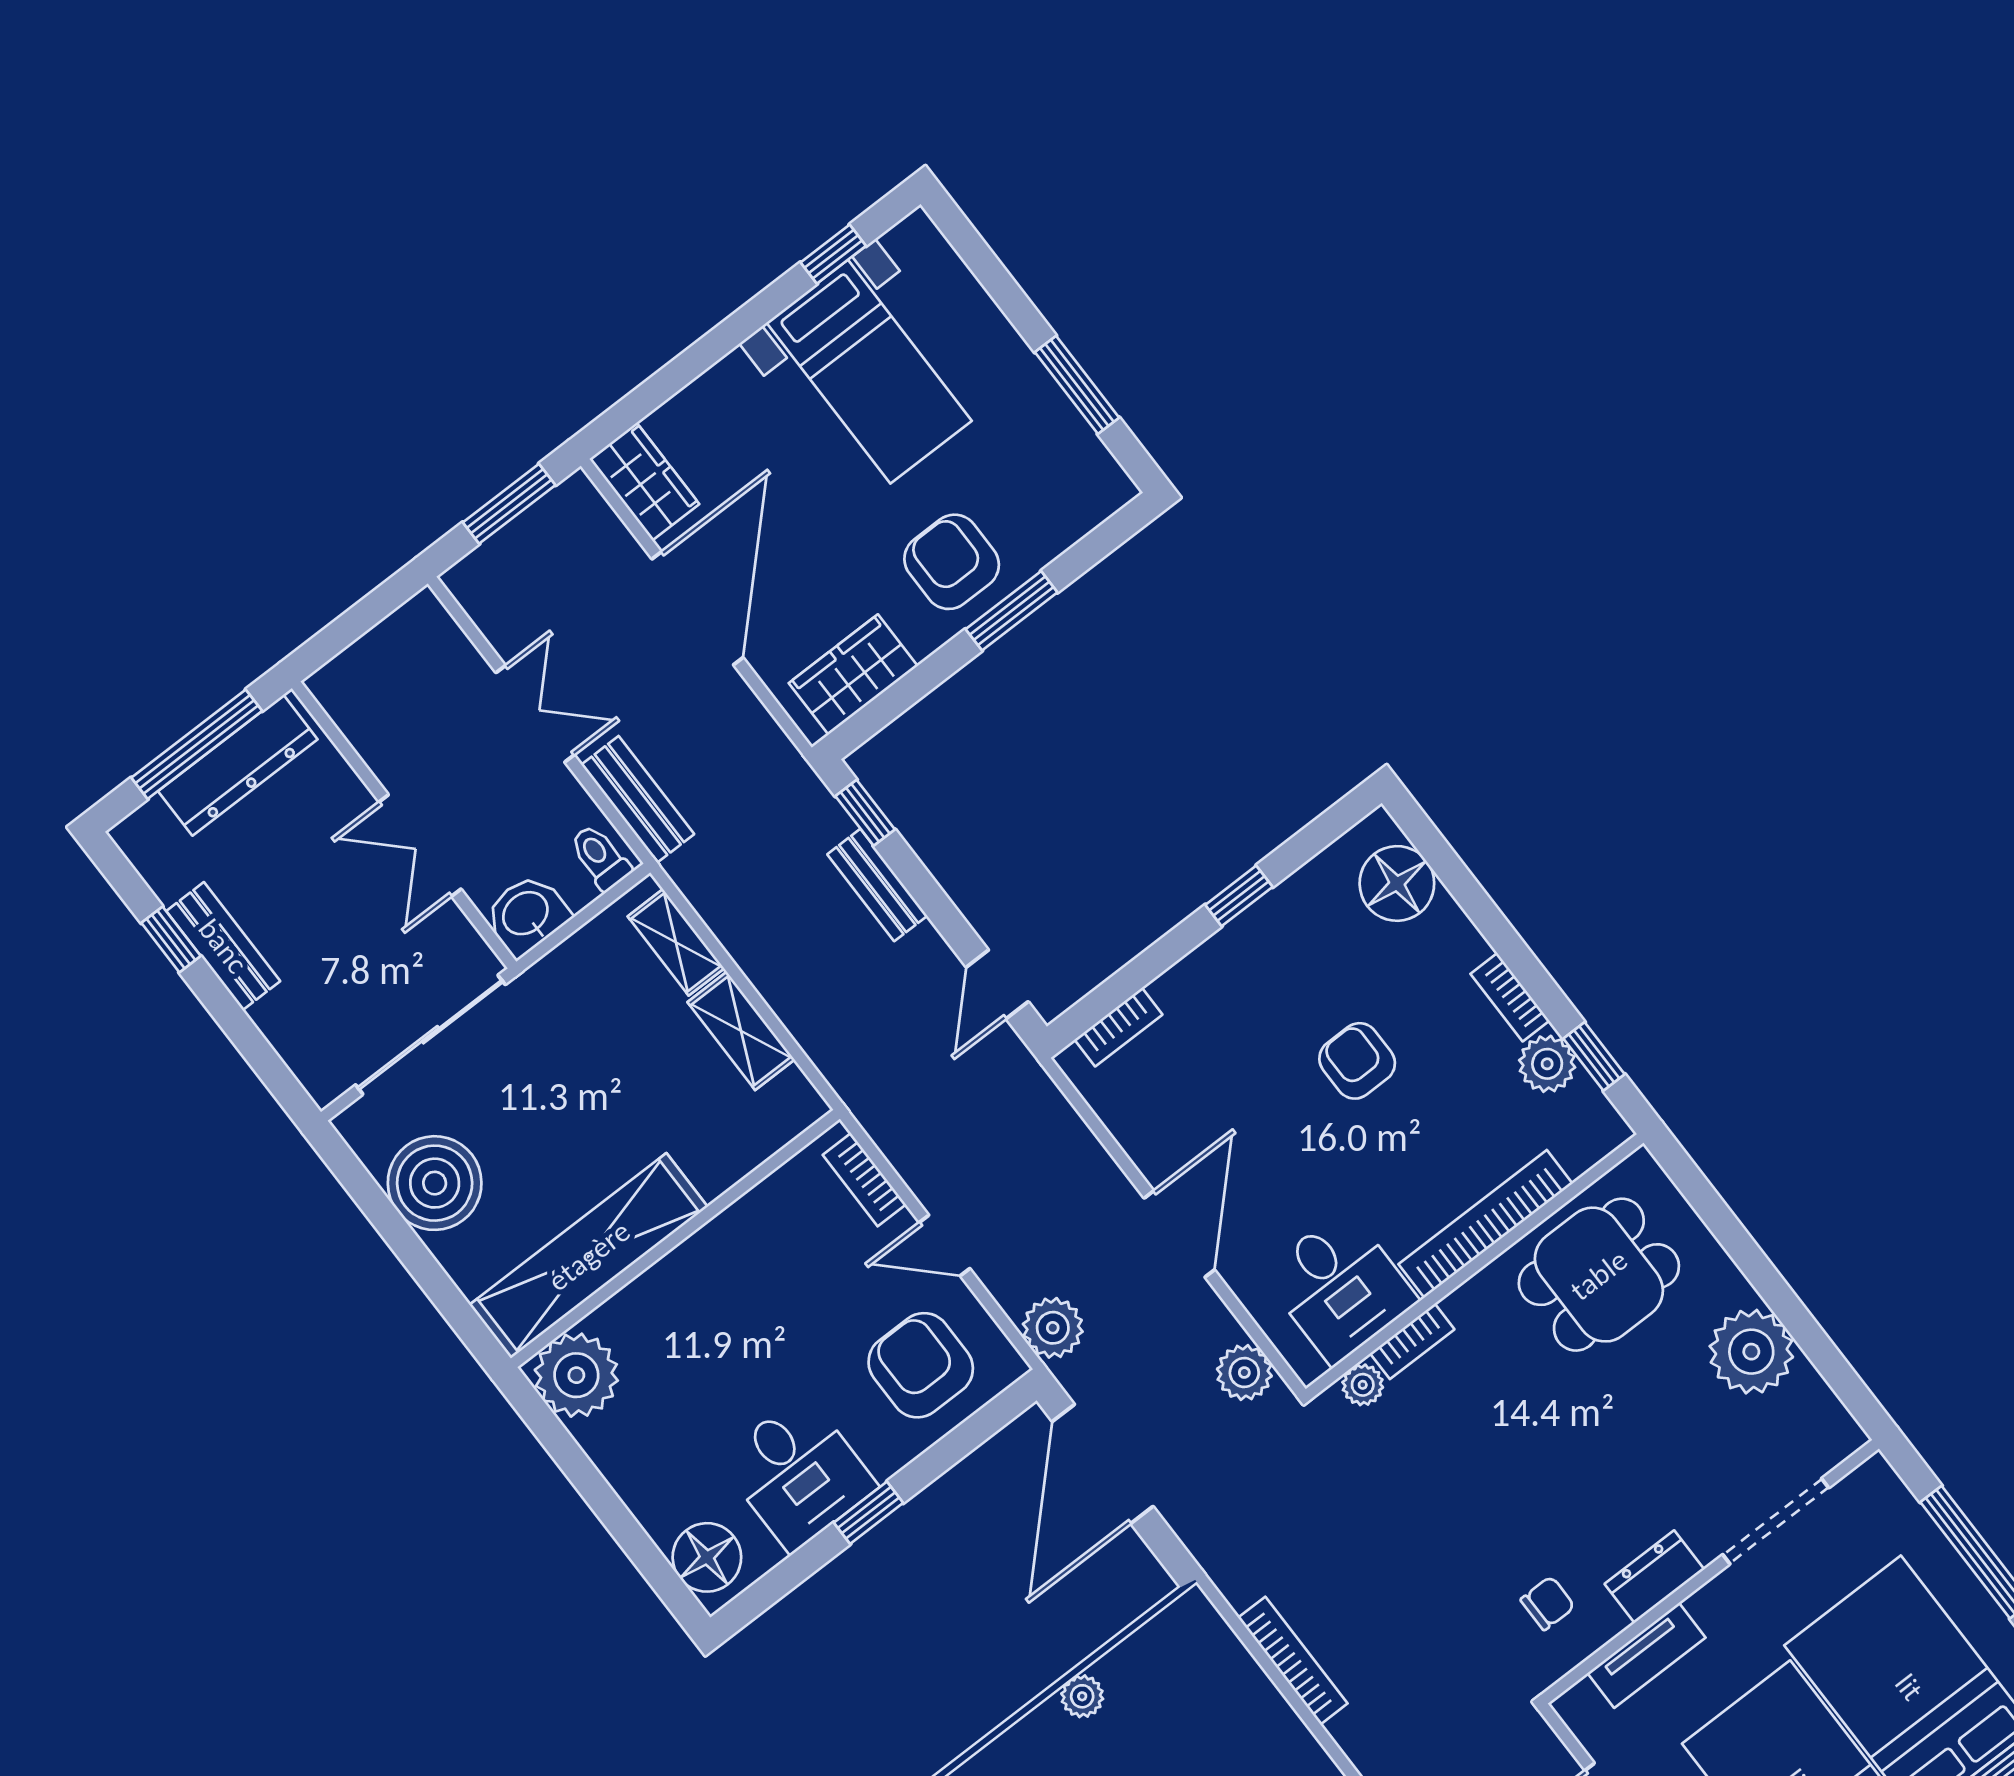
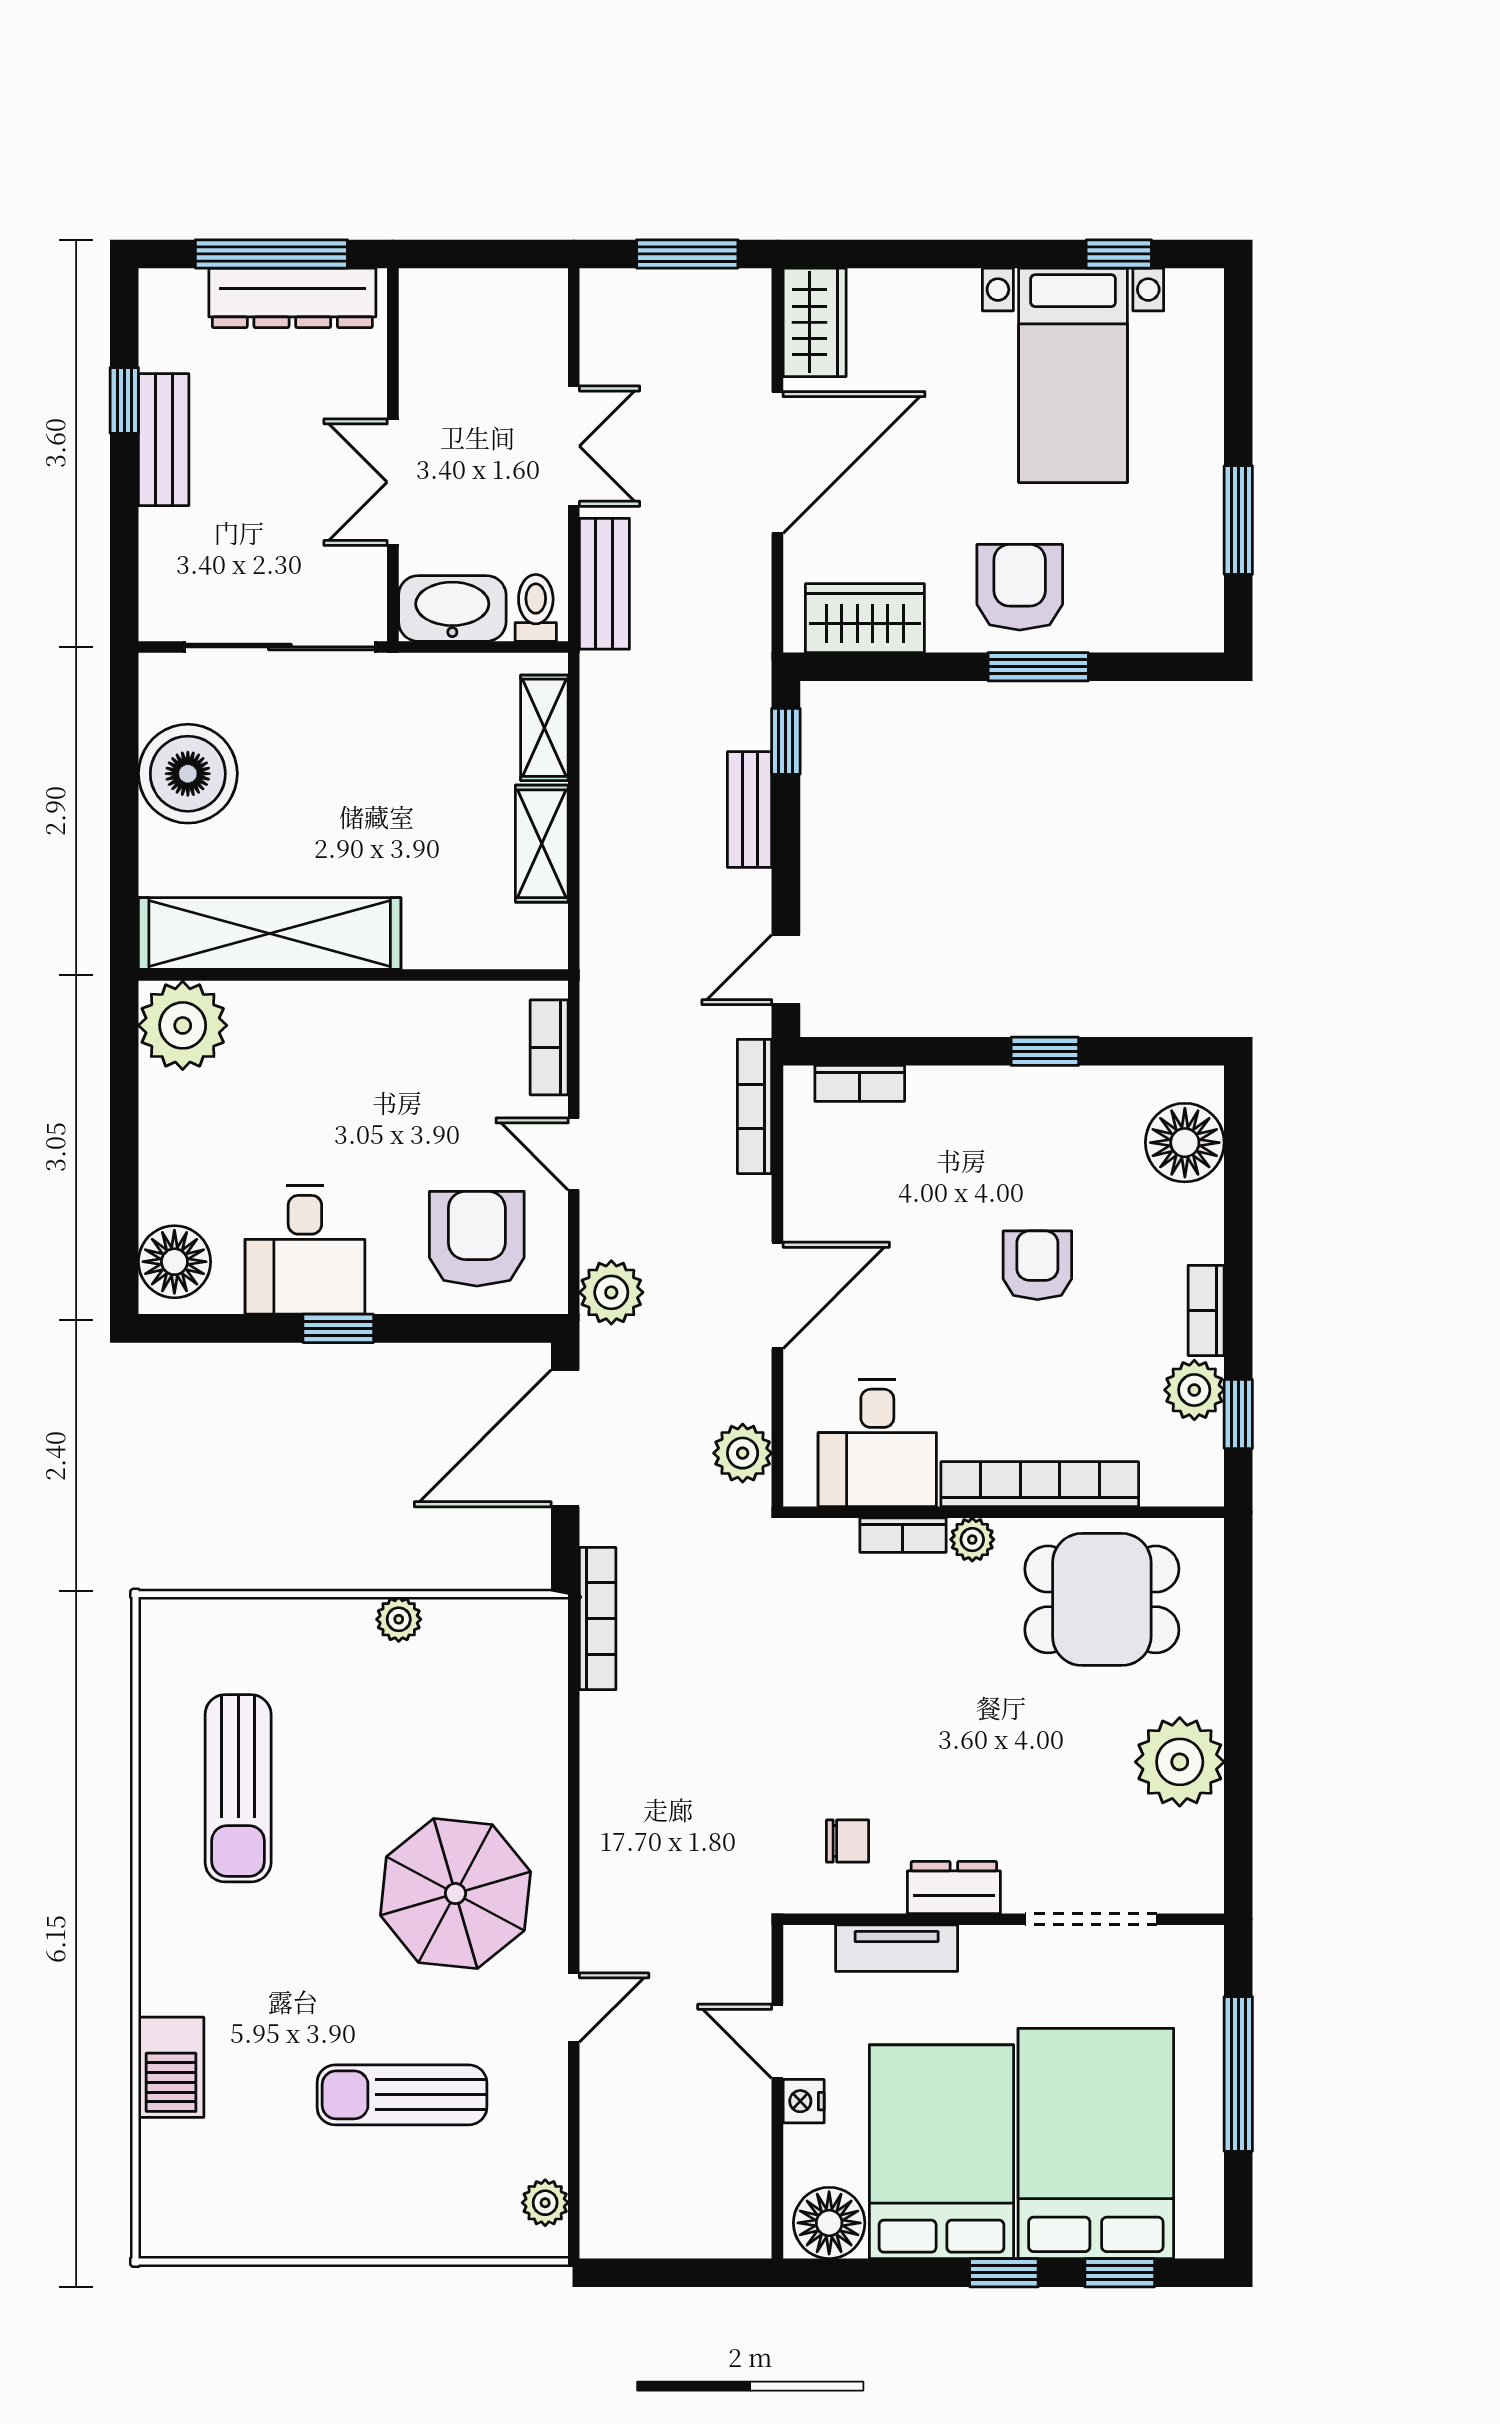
washbasin: (526, 915) -> (452, 608), width x1.38
bookcase: (1053, 1105) -> (755, 1106), added
plant: (1363, 1385) -> (972, 1540), moved
bookcase: (1293, 1661) -> (598, 1619), moved

